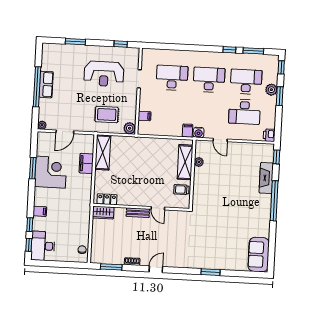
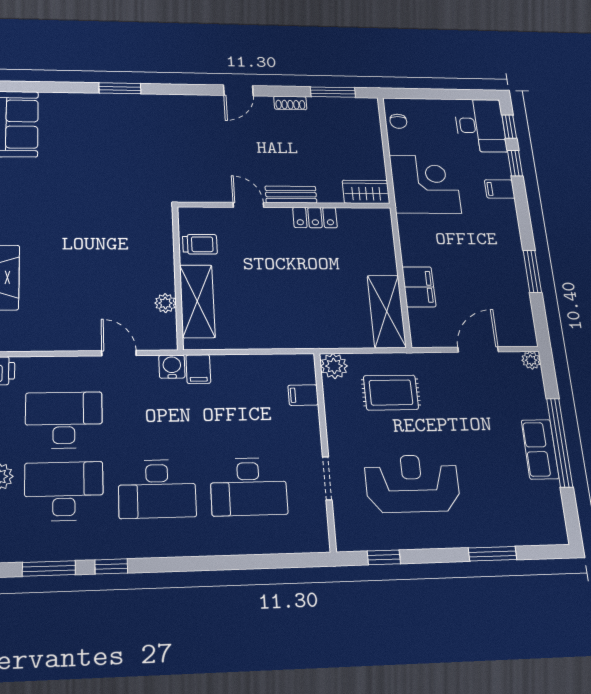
desk: (246, 82) -> (64, 491), turned 180
corner desk: (51, 172) -> (425, 184), moved, turned 180
locker: (107, 199) -> (315, 218), moved

